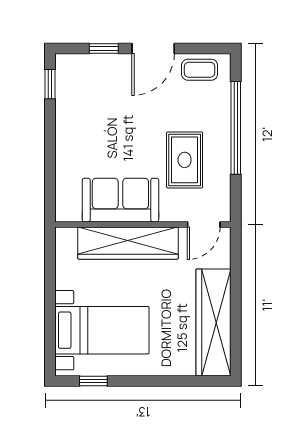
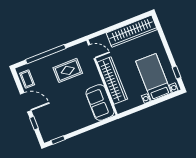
sofa: (120, 200) -> (100, 102), moved

